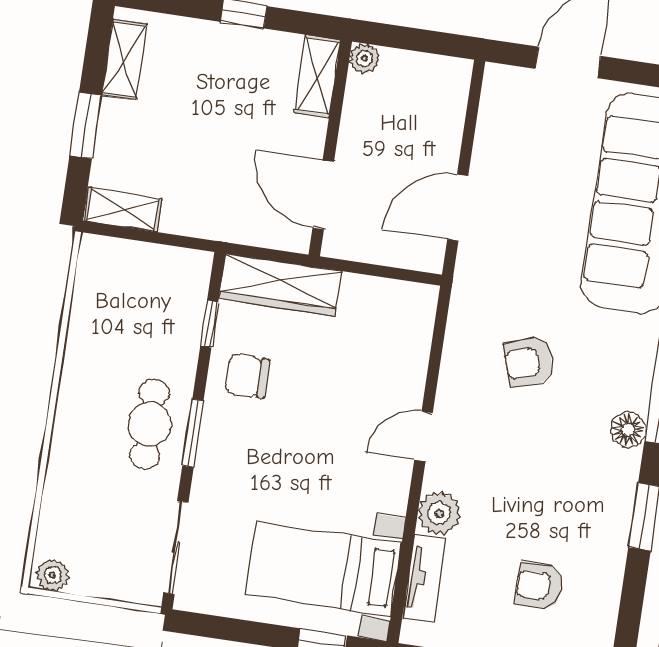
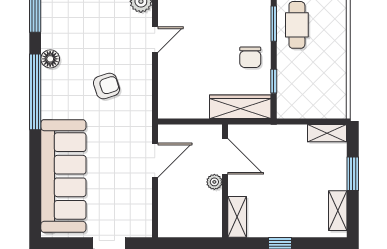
plant: (364, 59) -> (214, 182), moved
chair: (247, 376) -> (250, 57), turned 90

